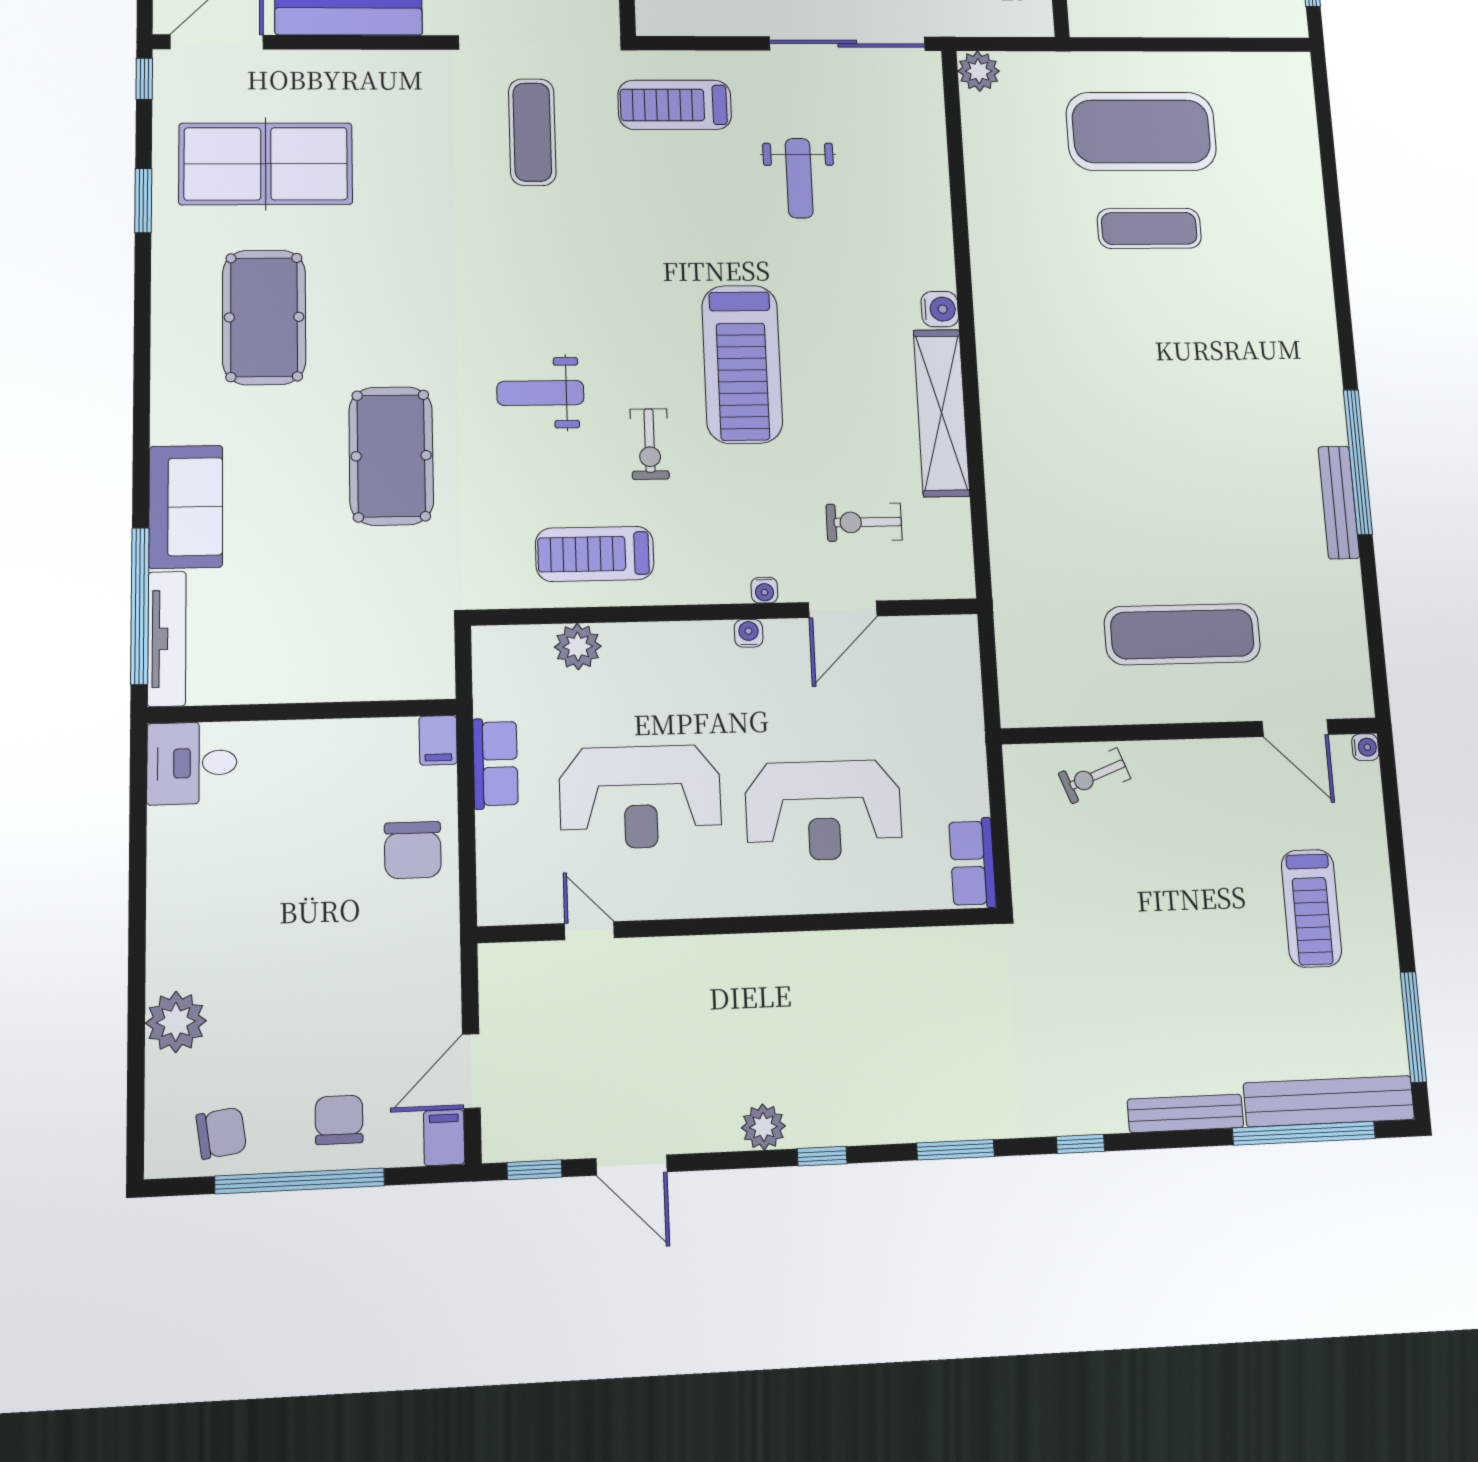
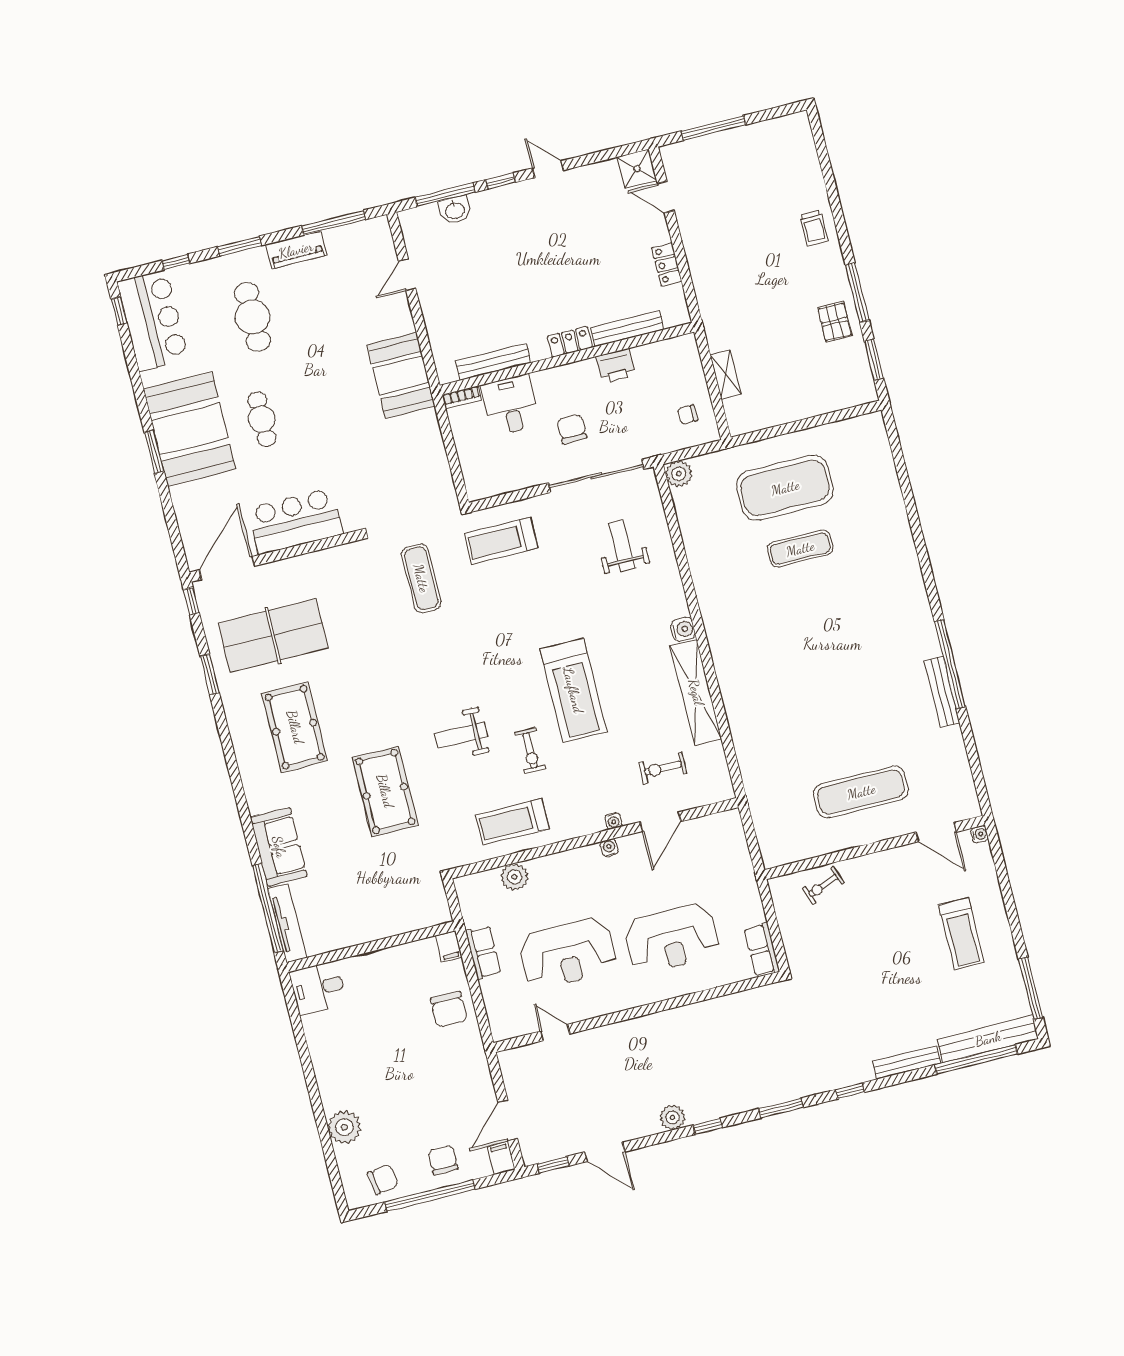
weight bench: (799, 178) -> (622, 546), moved, turned 180

